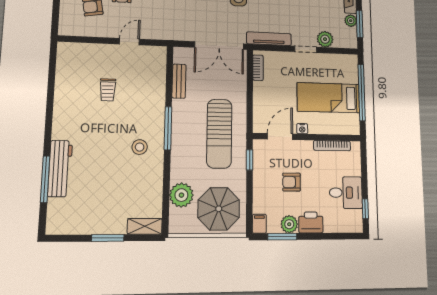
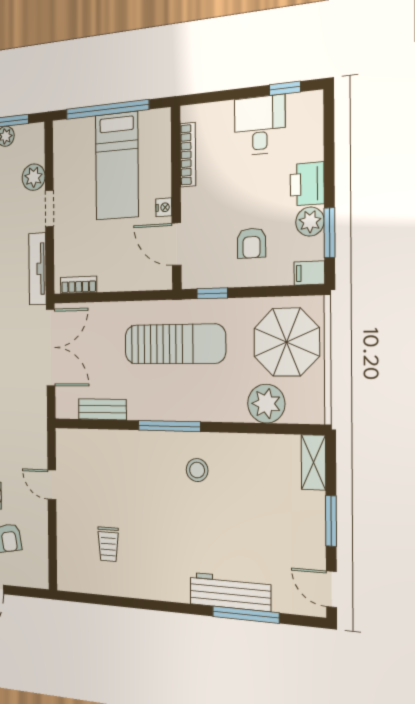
trolley: (108, 90) -> (108, 544), moved, turned 90
armchair: (292, 182) -> (251, 243), moved
door: (64, 238) -> (331, 589), added

